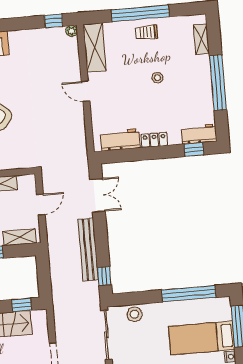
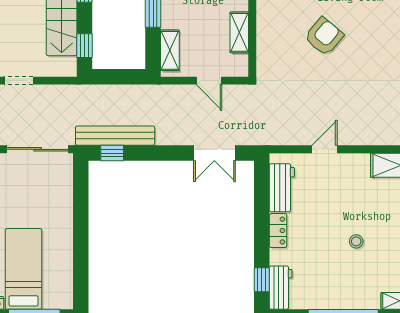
door: (86, 91) -> (325, 149), moved
bench: (88, 250) -> (115, 136), moved
window: (189, 294) -> (81, 258), removed
stool: (134, 314) -> (61, 187), removed

